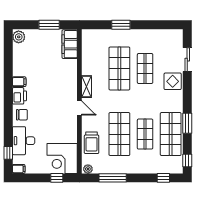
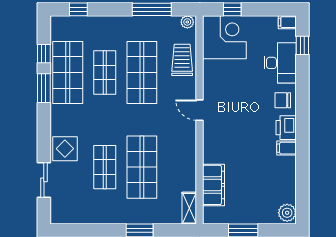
filing cabinet: (70, 44) -> (214, 185), moved
shelving: (87, 87) -> (189, 208), moved
window: (187, 160) -> (44, 54), moved

